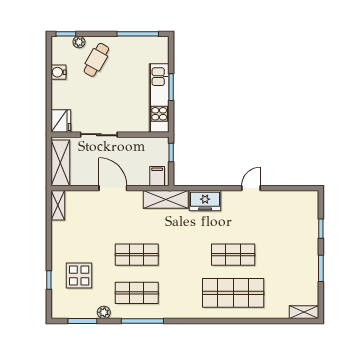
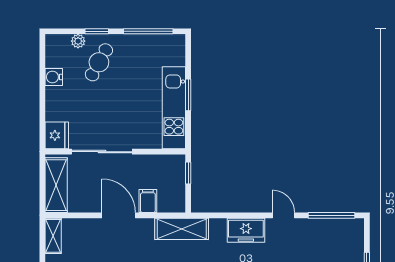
window: (66, 34) -> (97, 31), moved
sliding door: (99, 135) -> (102, 152), width x1.37
filing cabinet: (157, 176) -> (148, 201), moved
door: (251, 188) -> (283, 215), hinge flipped
window: (291, 188) -> (331, 215), added
freezer: (205, 201) -> (246, 230), moved

